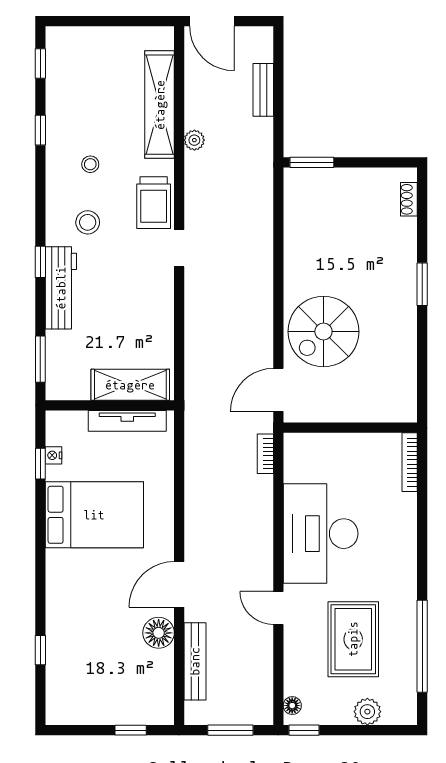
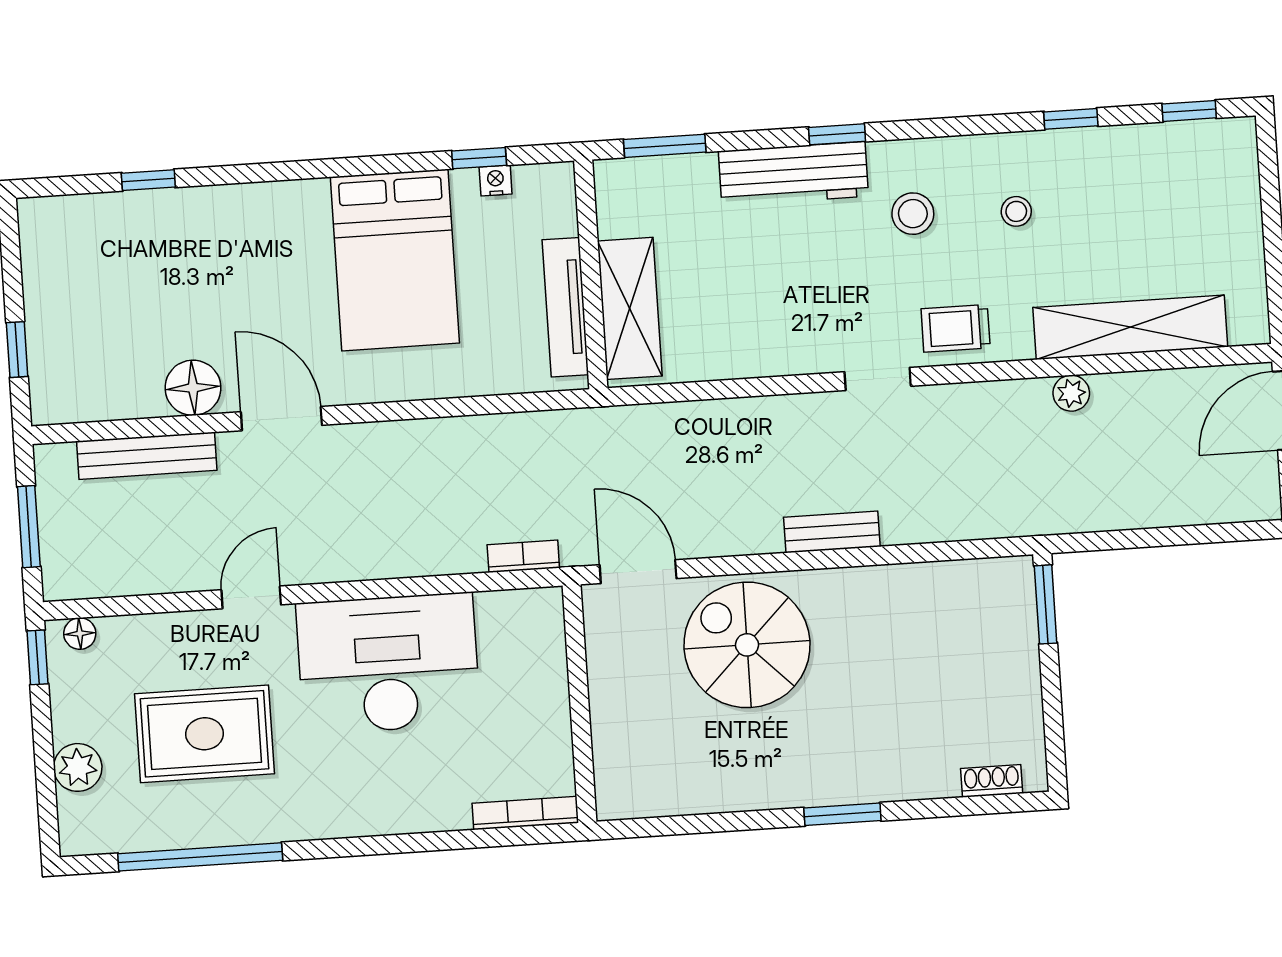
bench: (263, 90) -> (832, 532), moved
trolley: (154, 203) -> (956, 328), width x0.73, depth x0.72

